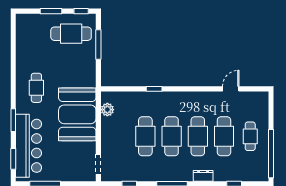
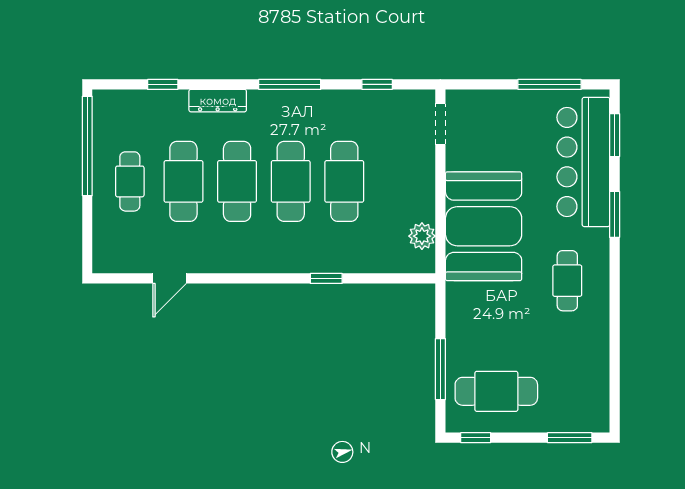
window: (51, 11) -> (570, 438), moved
dresser: (203, 176) -> (218, 101), width x1.44

